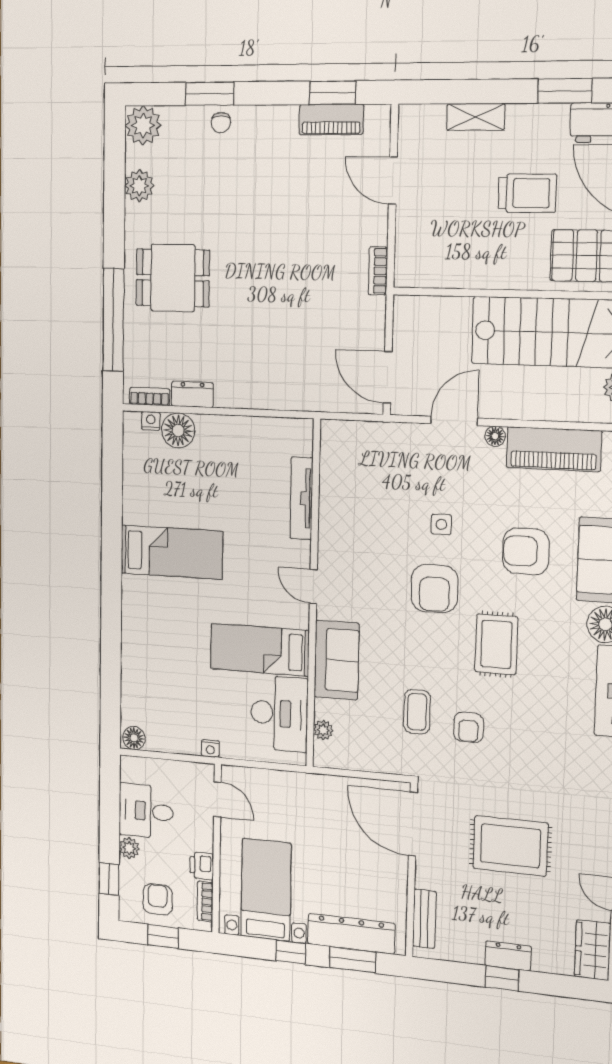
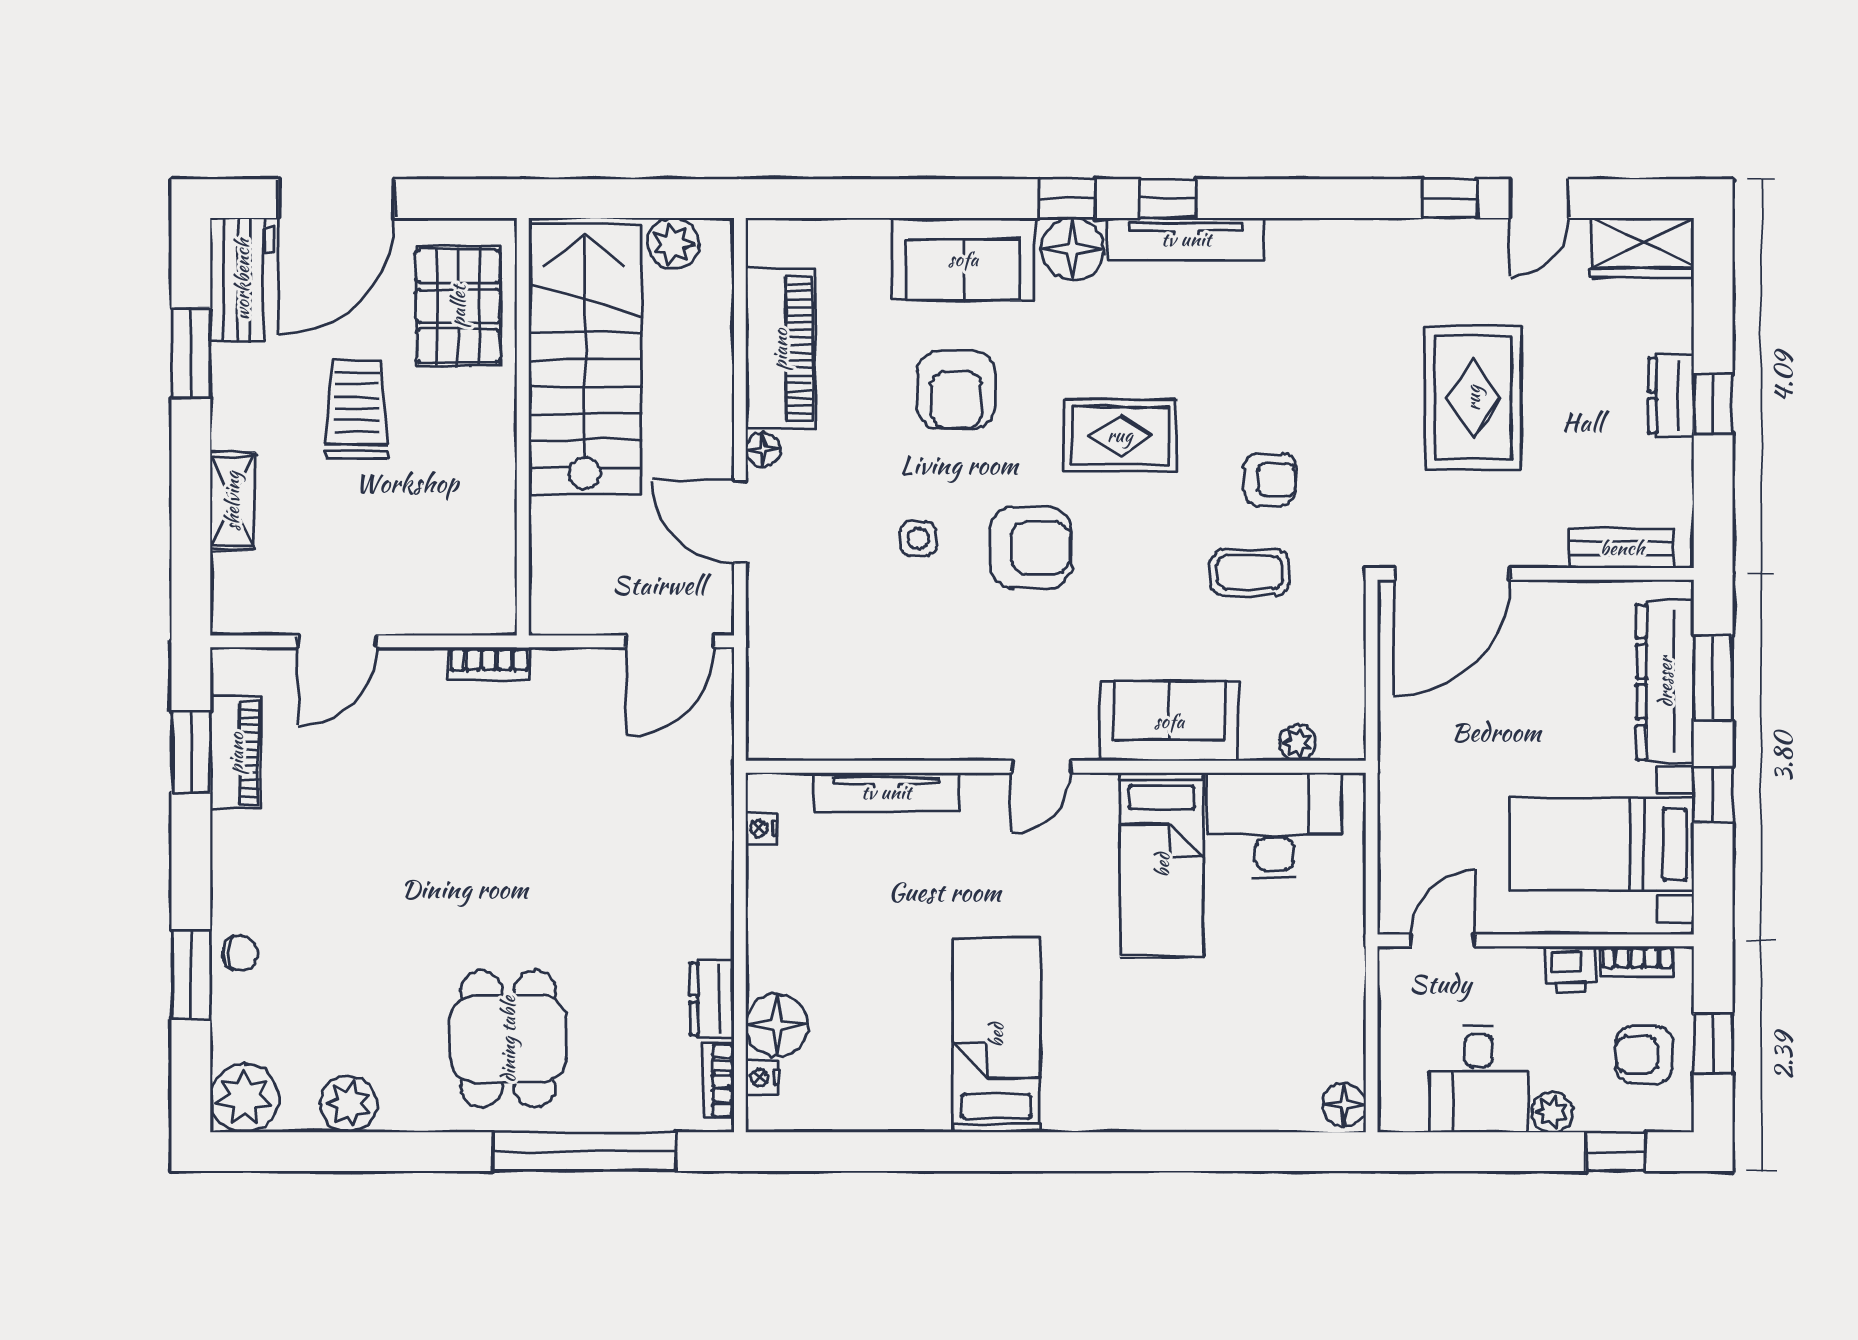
nightstand: (210, 748) -> (761, 828), moved, turned 180

